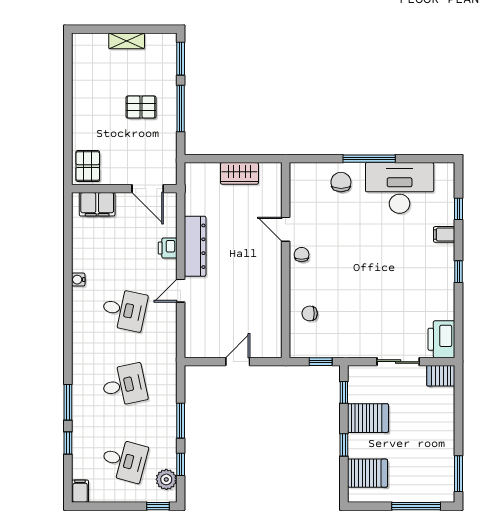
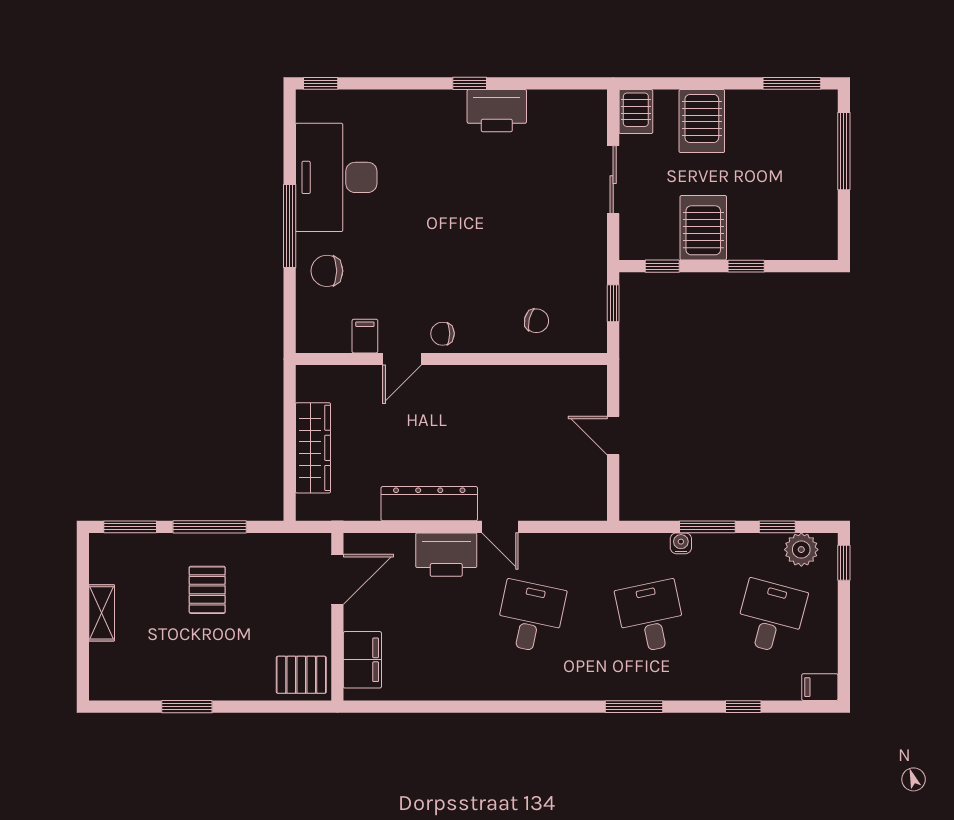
window: (68, 94) -> (187, 707), added
wardrobe: (239, 173) -> (313, 448), width x1.50
window: (459, 209) -> (321, 83), moved
filing cabinet: (444, 234) -> (365, 336), moved, turned 180
printer: (168, 248) -> (446, 555), width x1.87, depth x1.48
water cooler: (78, 280) -> (681, 543), moved, turned 180
chair: (310, 313) -> (536, 321), turned -76
printer: (441, 339) -> (497, 111), moved
window: (68, 402) -> (634, 707), moved
server rack: (368, 473) -> (702, 121), moved, turned 180

